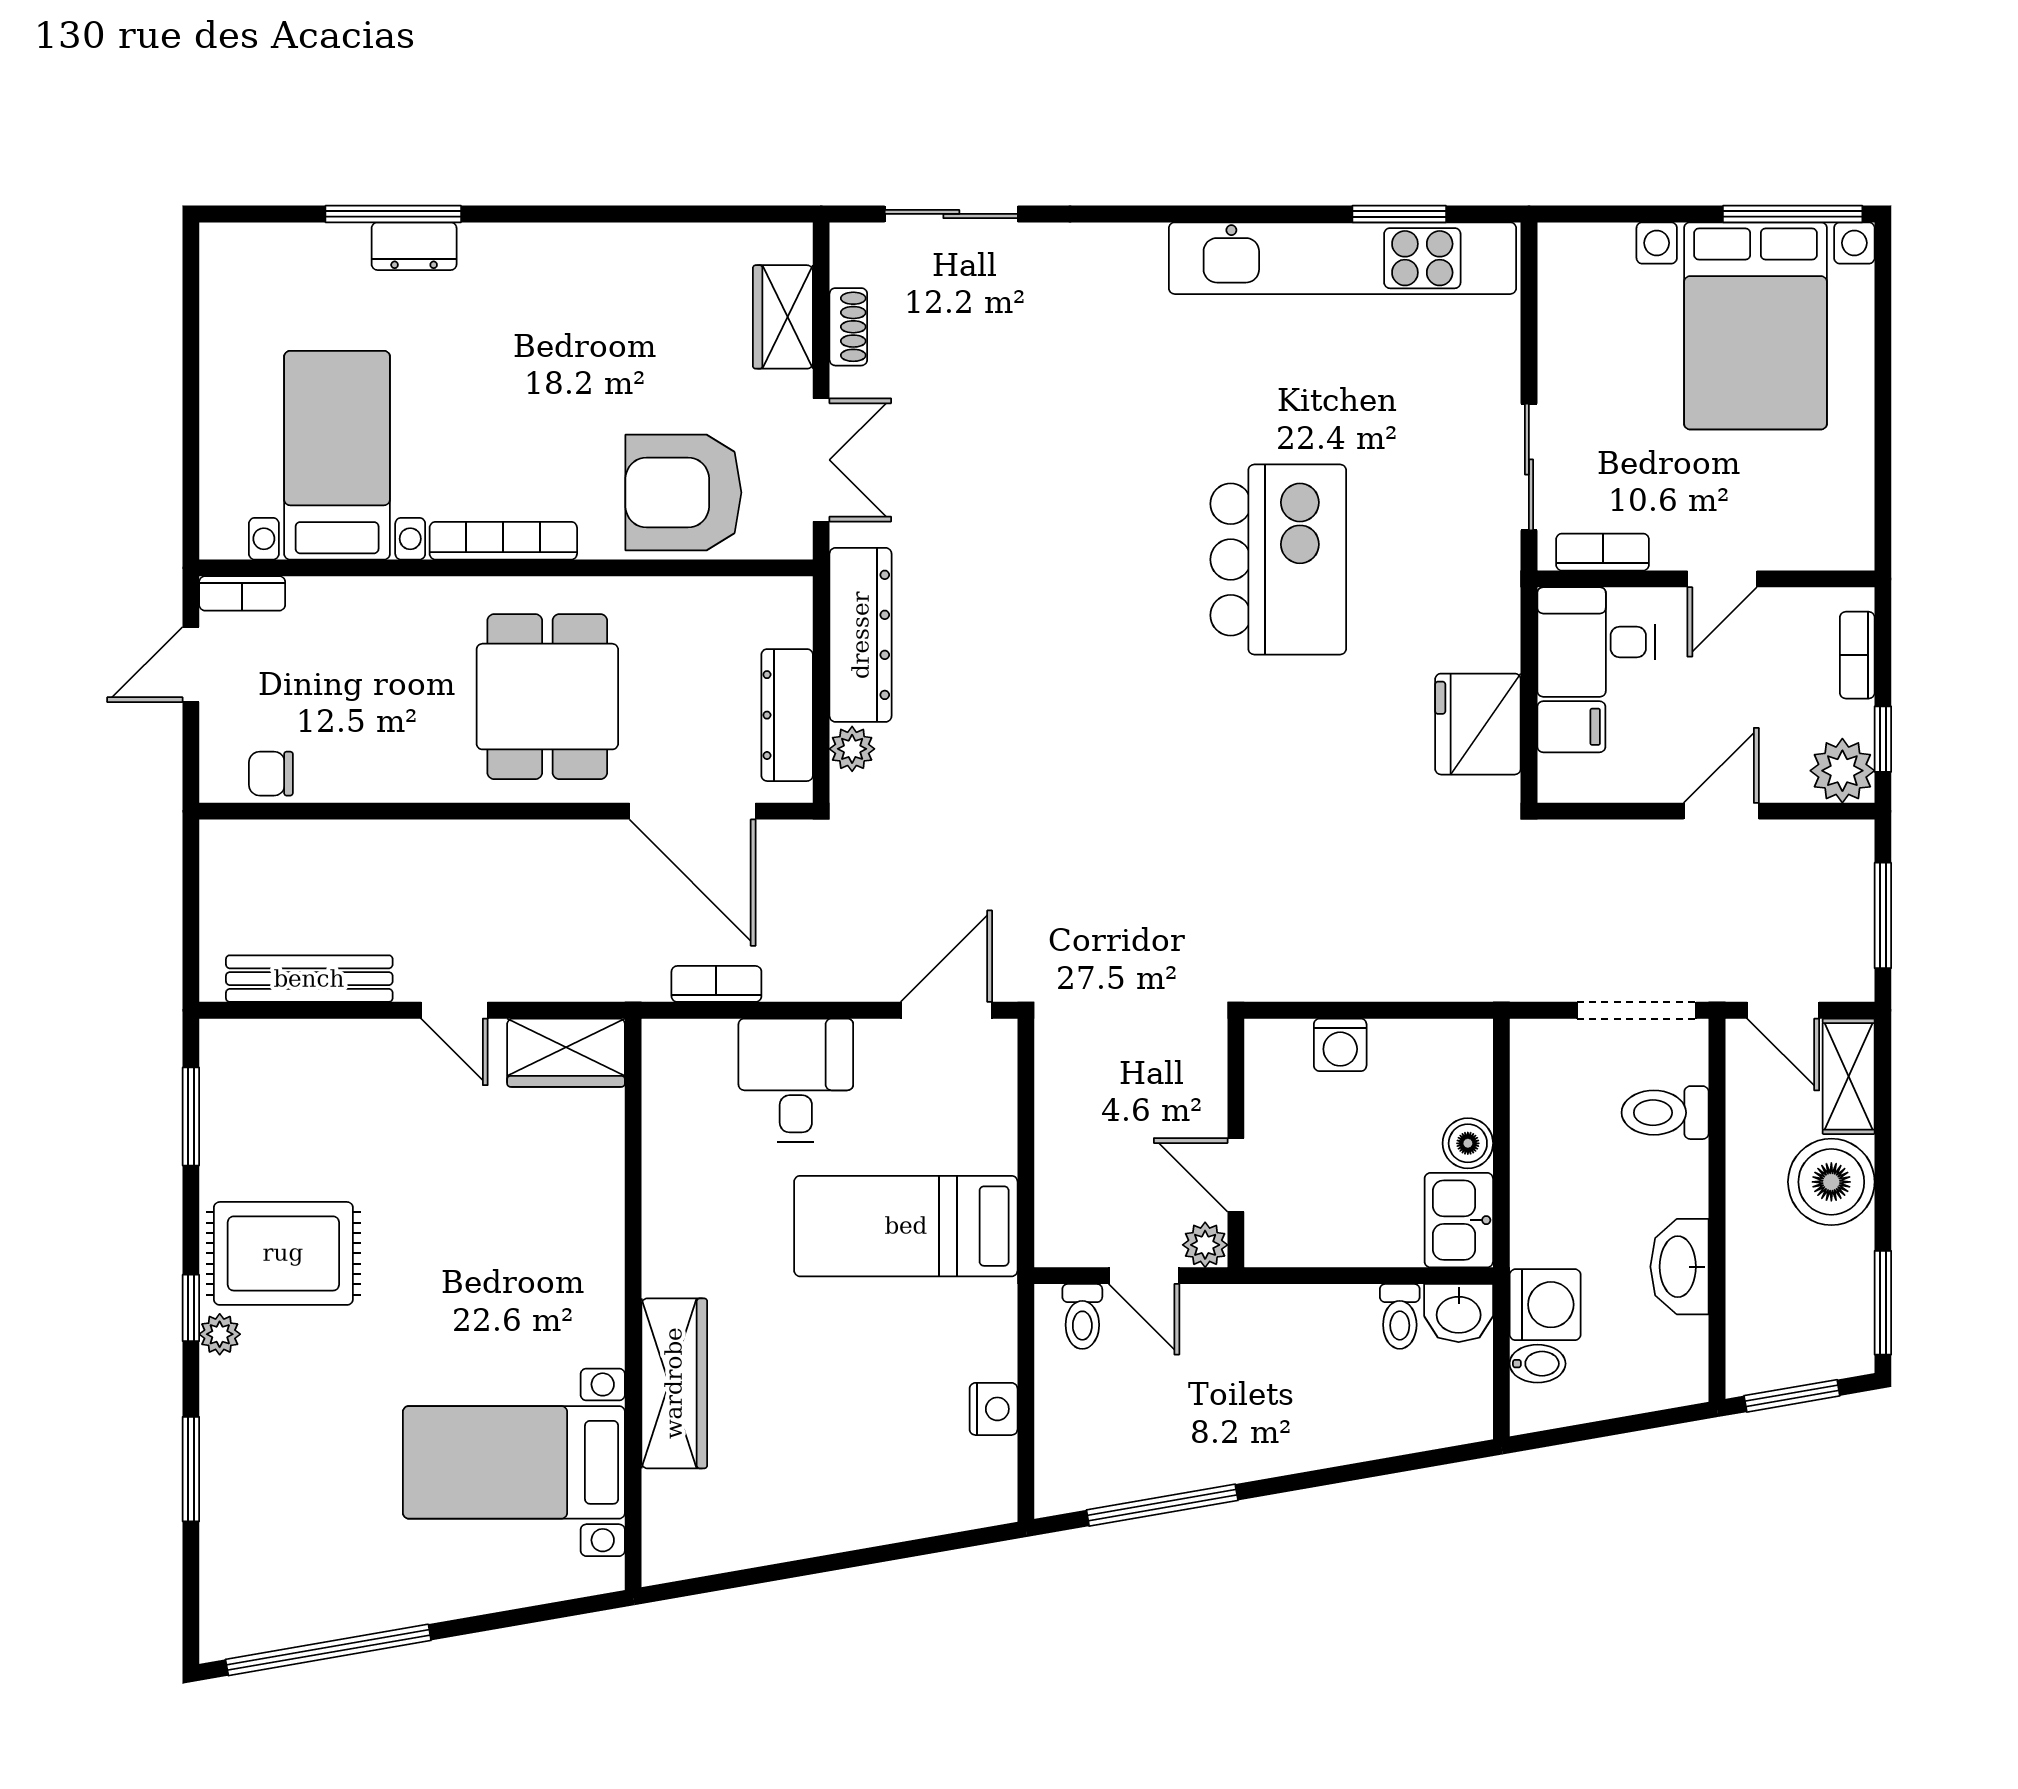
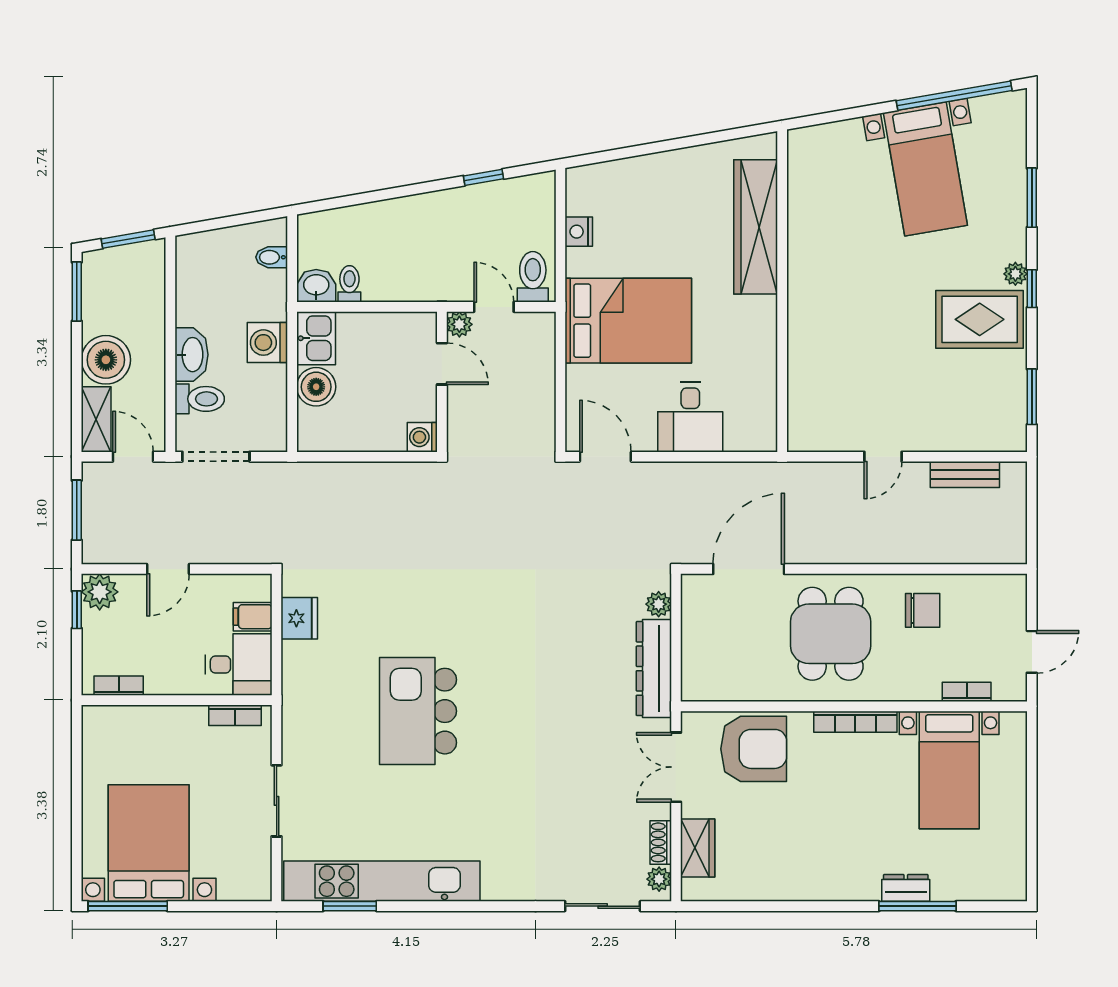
plant: (851, 262) -> (659, 879), added
sliding door: (1529, 467) -> (277, 801), moved
door: (1722, 579) -> (168, 700), removed
bookcase: (242, 593) -> (967, 692), moved
bookcase: (1857, 655) -> (119, 686), moved, turned -90
dresser: (787, 715) -> (695, 623), removed
fridge: (1478, 724) -> (299, 618), width x0.73, depth x0.75
chair: (271, 774) -> (923, 610), moved, width x1.37, depth x1.37
door: (692, 811) -> (749, 569), hinge flipped
bench: (309, 979) -> (965, 475), width x0.73
bookcase: (716, 984) -> (735, 472), removed
door: (454, 1010) -> (883, 457), swing flipped
door: (946, 1010) -> (605, 457), swing flipped
washing machine: (1340, 1045) -> (422, 437), moved, turned -90
wardrobe: (566, 1053) -> (820, 433), removed
boiler: (1468, 1143) -> (316, 387), width x1.36, depth x1.36
bed: (906, 1226) -> (628, 321), width x1.50
washbasin: (1680, 1267) -> (192, 355), moved
washing machine: (1545, 1305) -> (267, 343), moved
toilet: (1082, 1316) -> (533, 277), width x1.37, depth x1.39
wardrobe: (674, 1383) -> (756, 227), width x1.40, depth x1.17
bed with nightstands: (514, 1462) -> (925, 169), moved, turned 80
window: (1162, 1505) -> (484, 177), width x0.46

